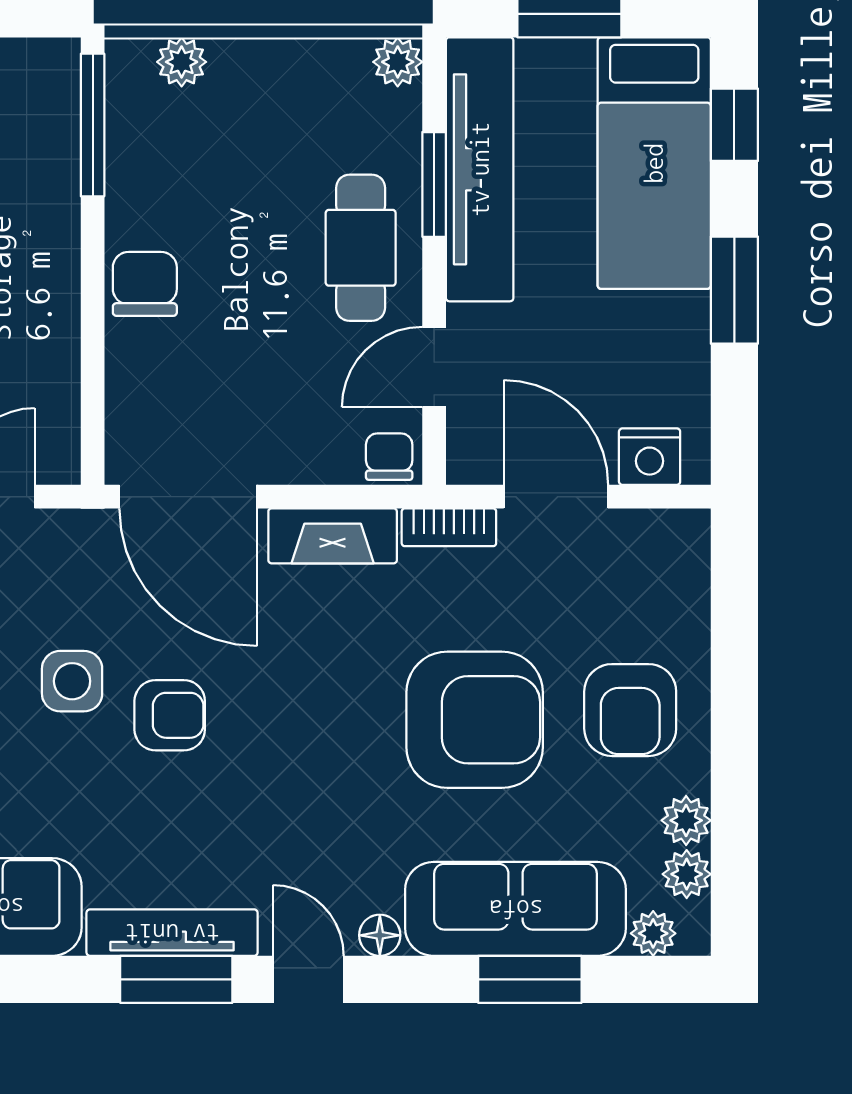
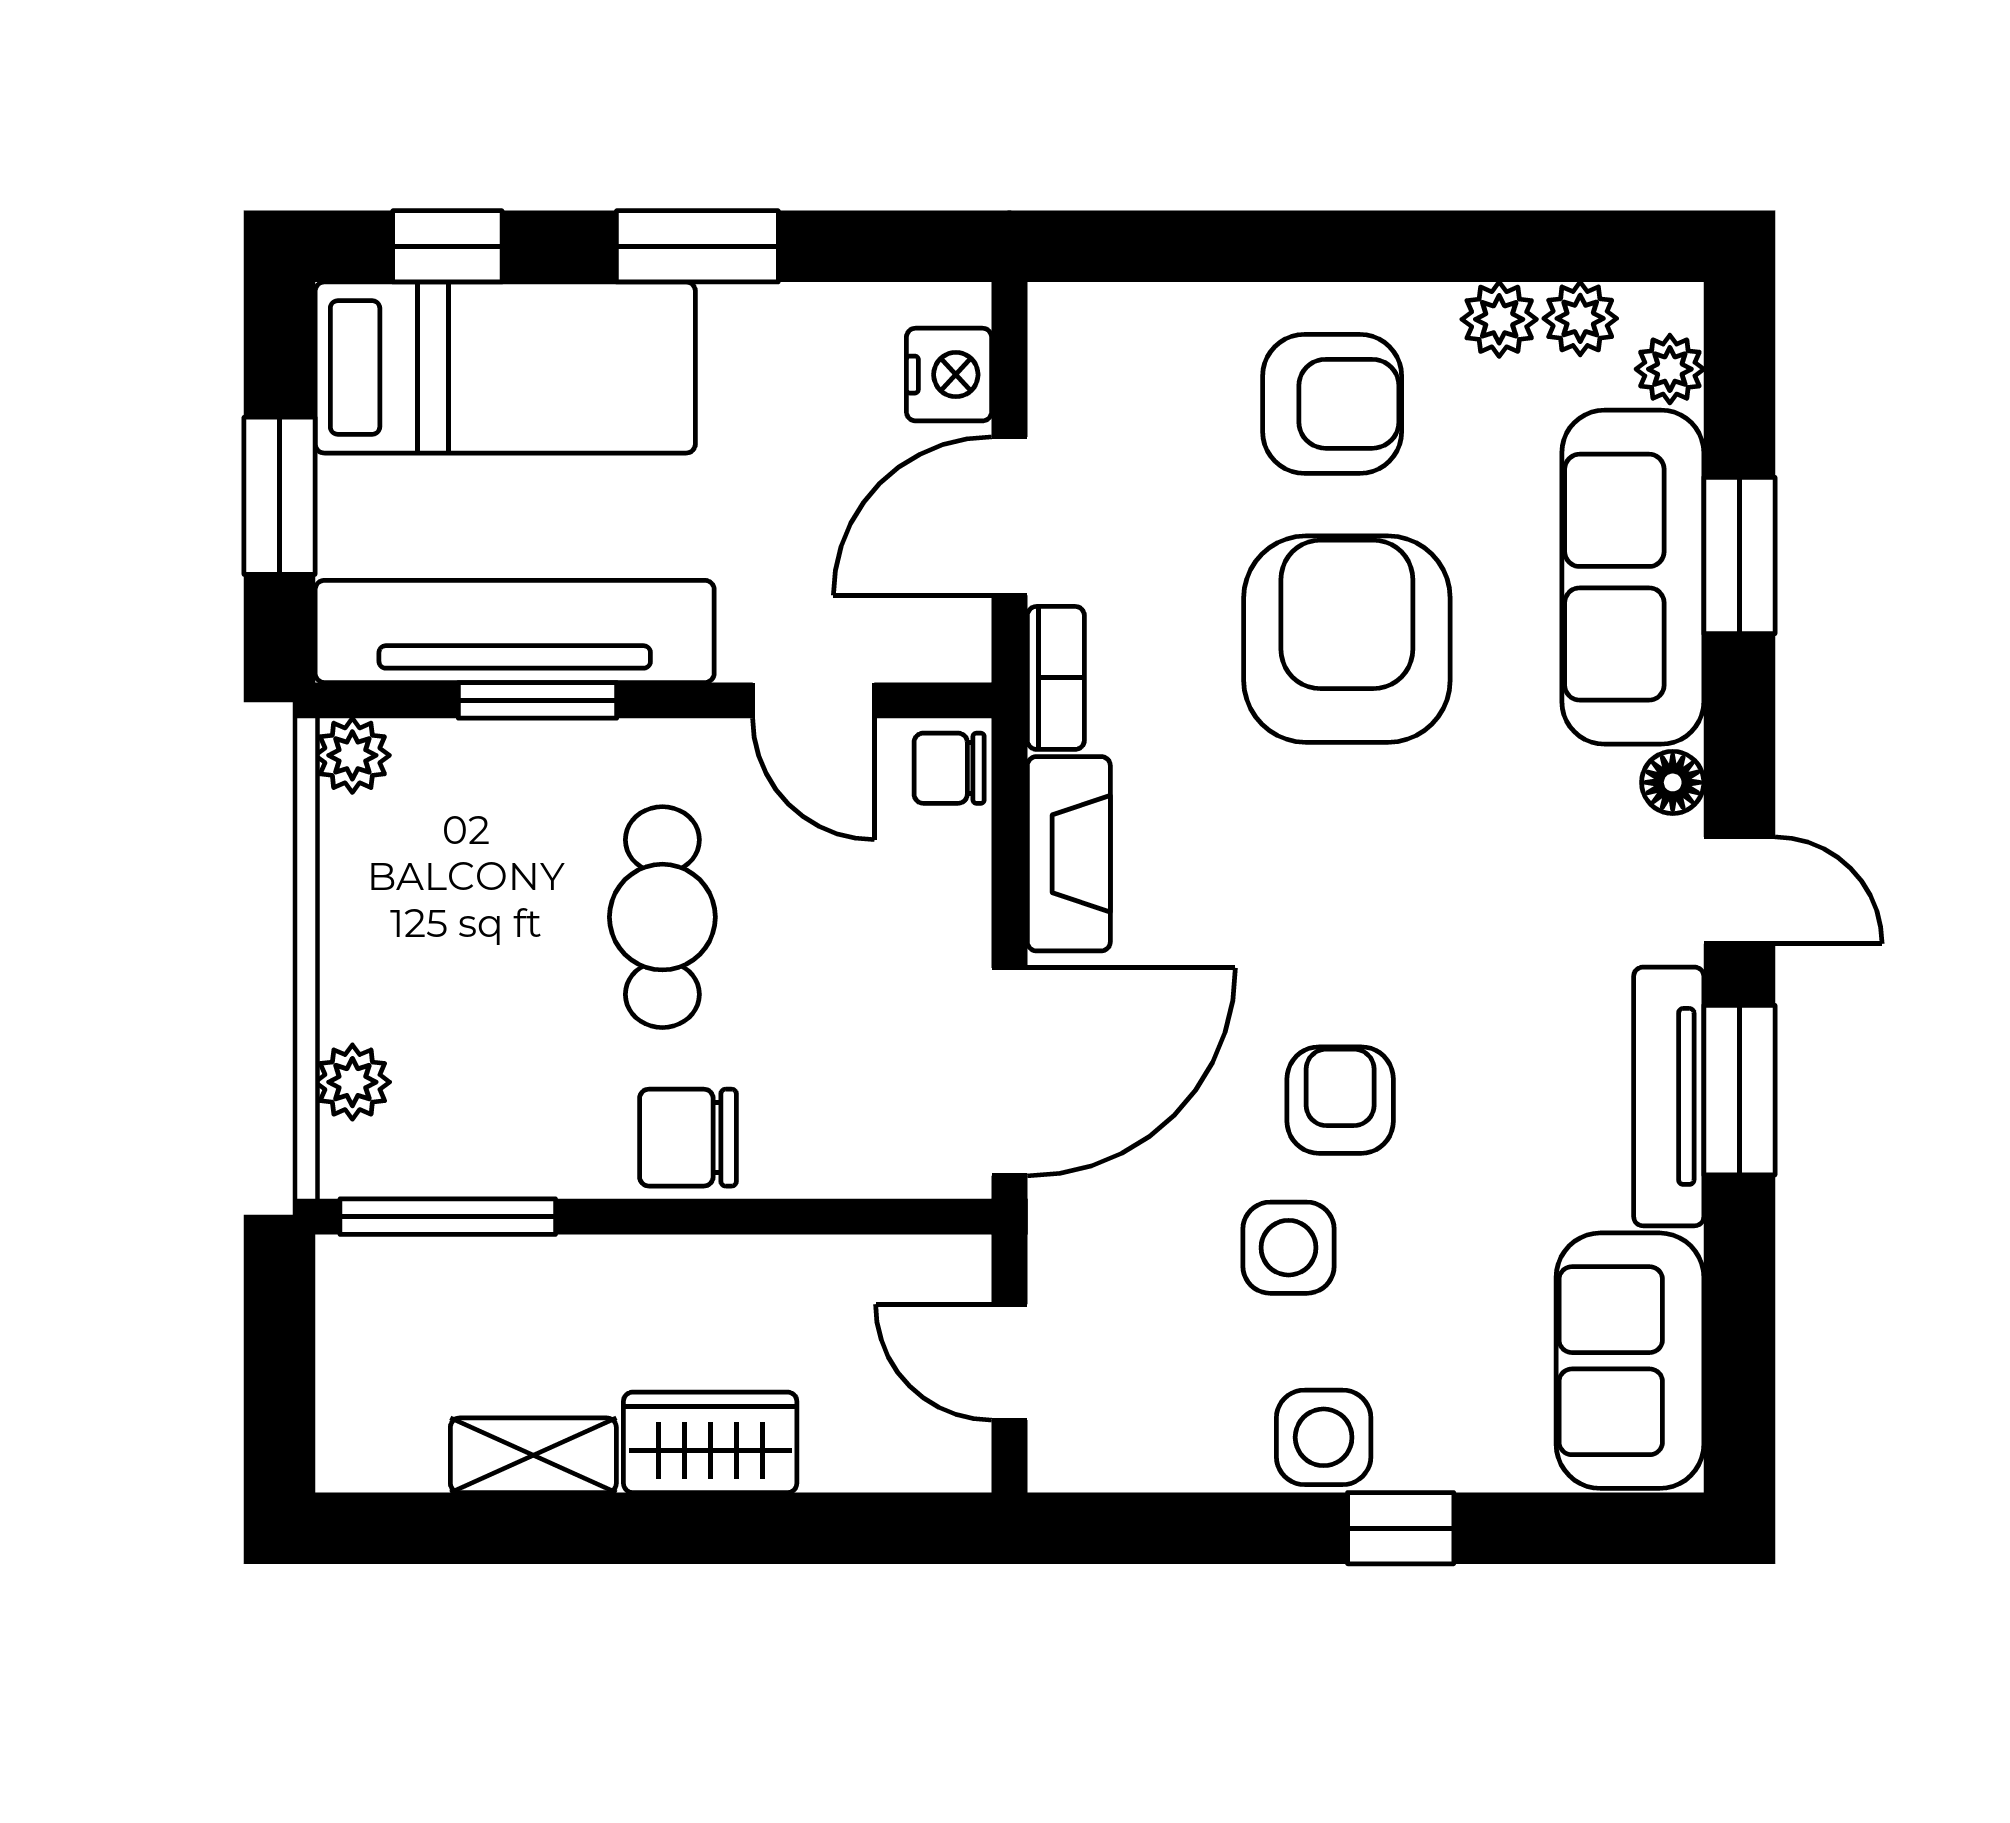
cafe table: (361, 248) -> (662, 917), moved, turned 90
door: (308, 979) -> (1739, 890), swing flipped

